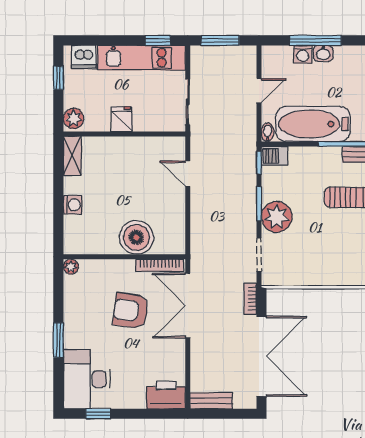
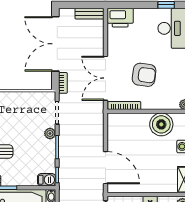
door: (188, 174) -> (105, 168), width x1.87
plant: (277, 217) -> (50, 133), width x0.53, depth x0.53
boiler: (136, 237) -> (161, 124), moved
double door: (188, 306) -> (105, 78), swing flipped

